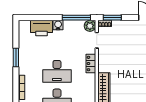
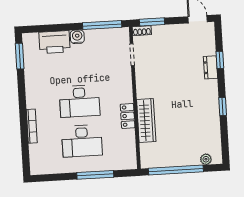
plant: (90, 26) -> (122, 35), removed
window: (16, 58) -> (20, 56), moved
locker: (91, 64) -> (128, 116), moved

